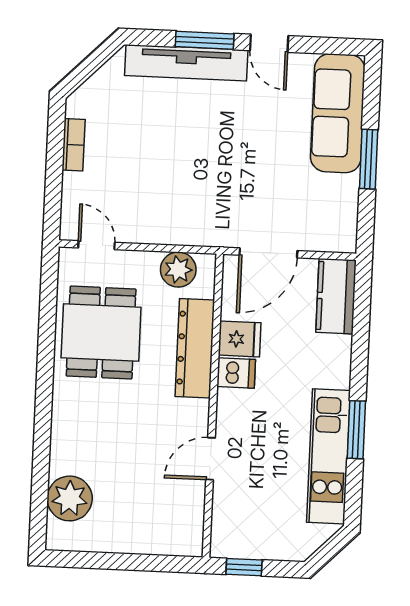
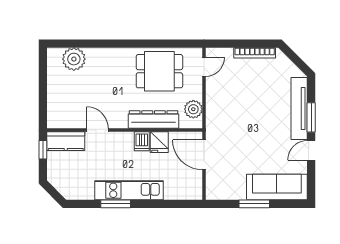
bookcase: (74, 145) -> (255, 53), width x1.56
kitchen counter: (336, 296) -> (66, 141), moved, turned 180
kitchen unit: (328, 456) -> (129, 190), moved

